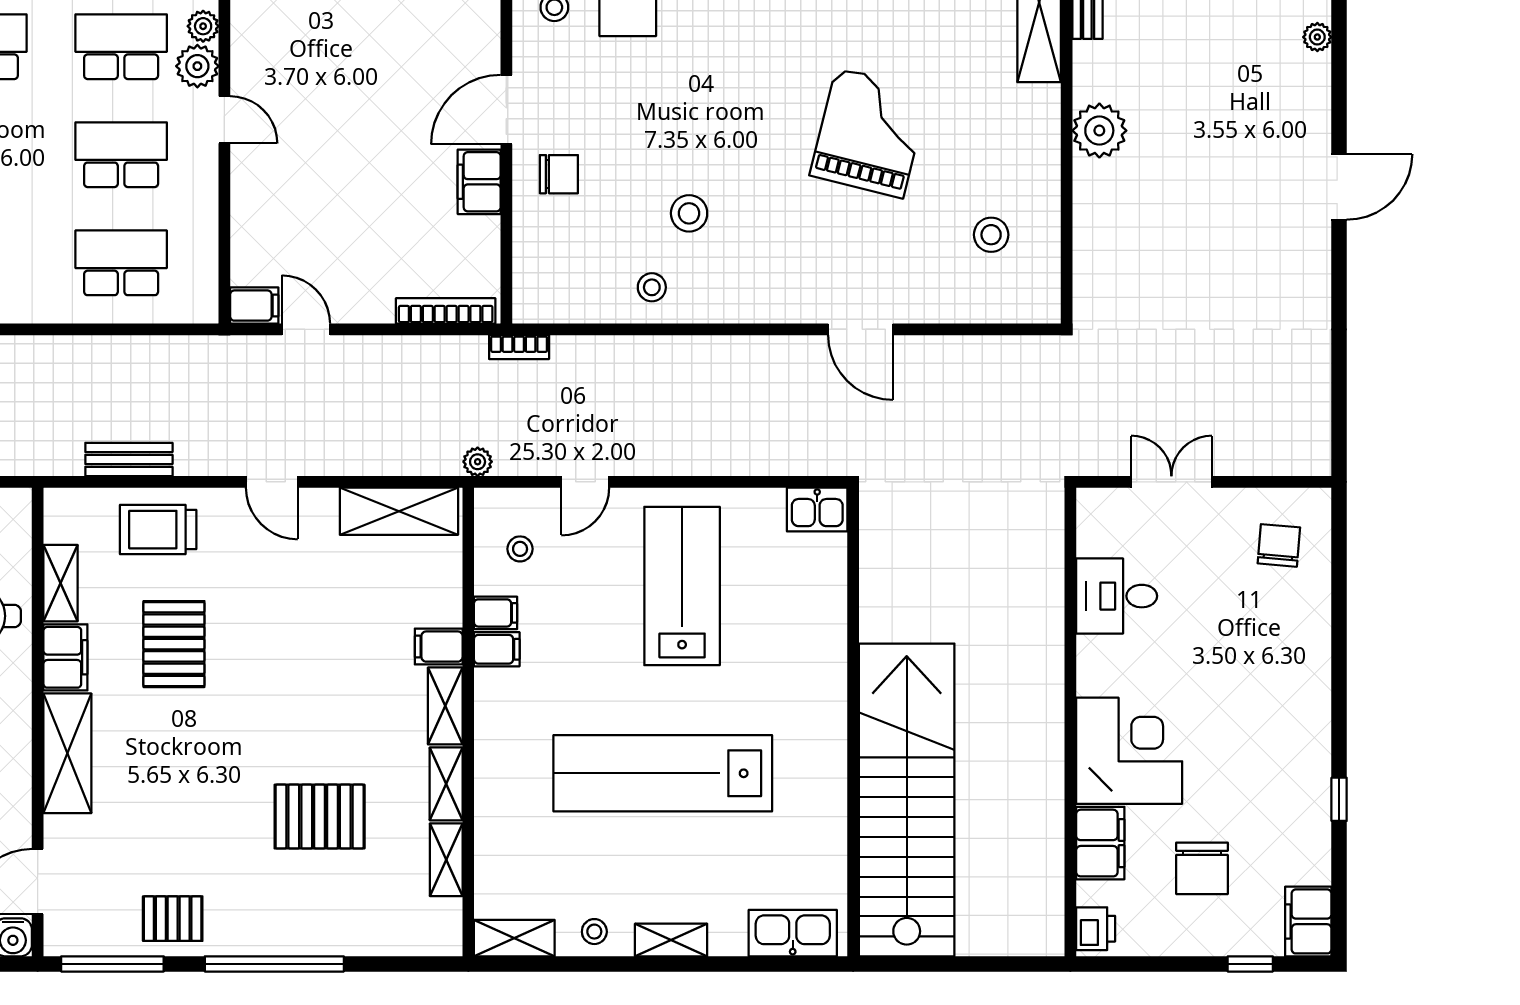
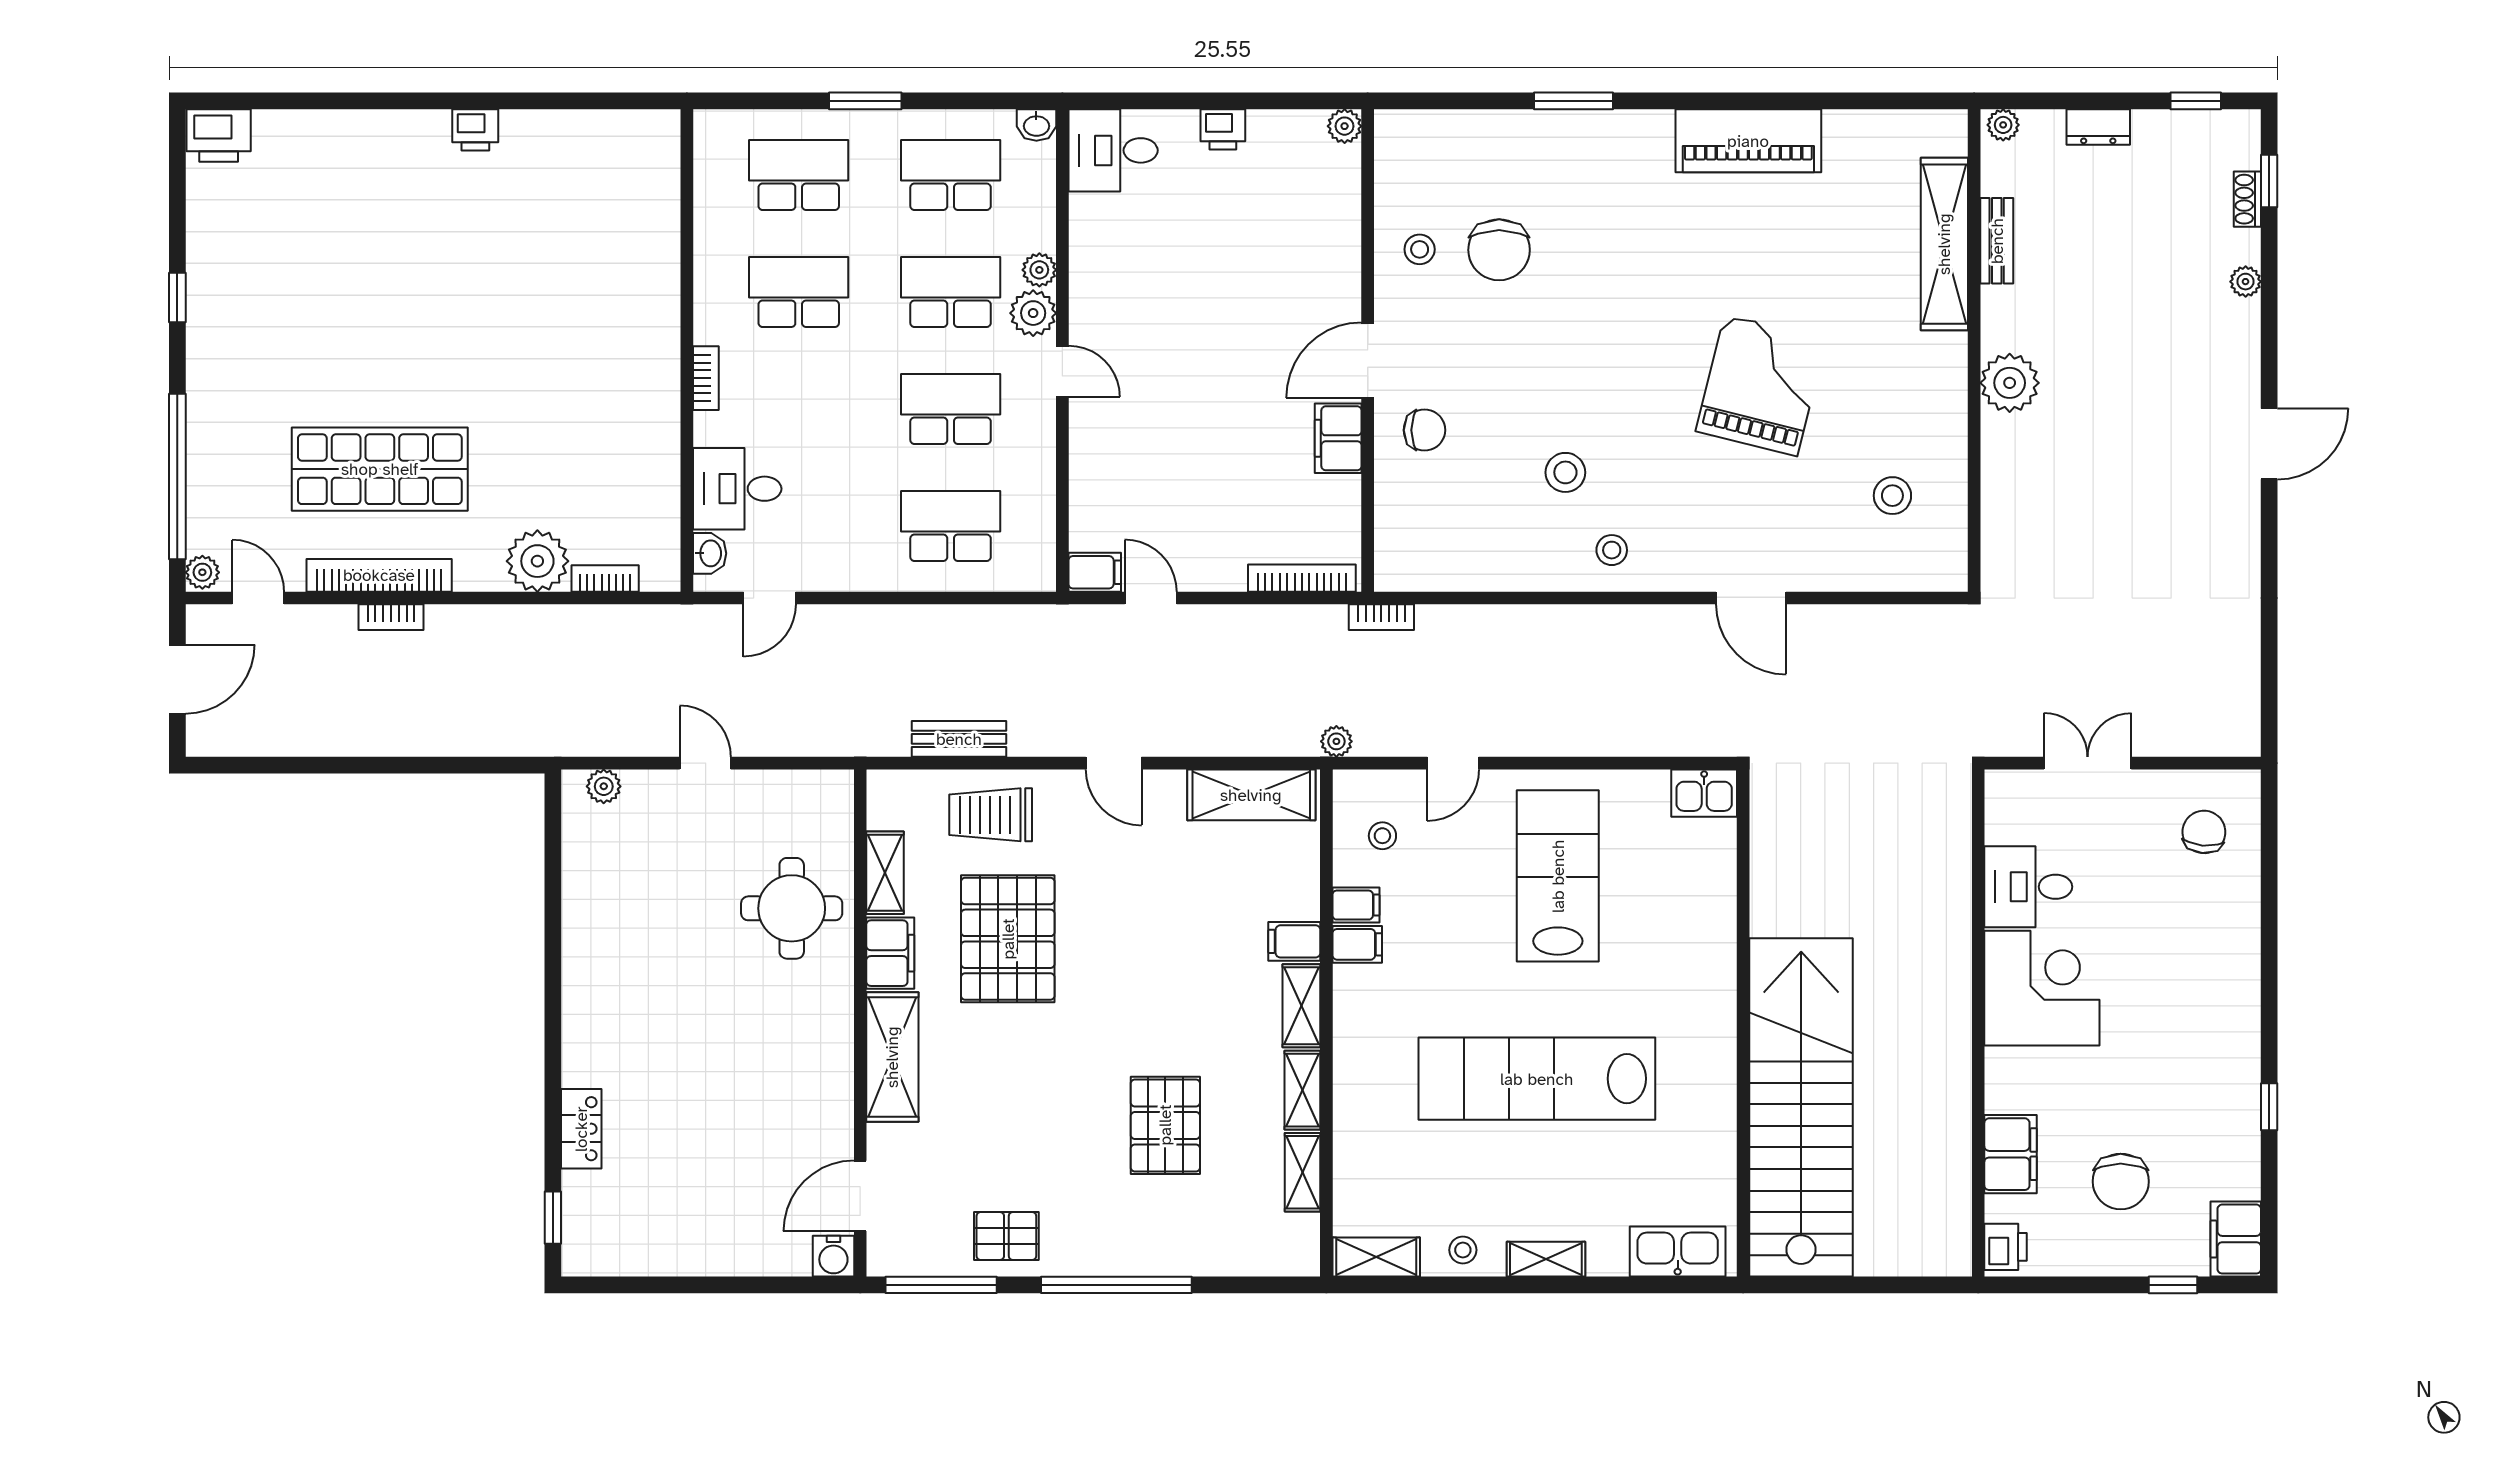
stool: (652, 287) -> (1612, 550), moved
pallet: (174, 644) -> (1008, 939), width x1.37, depth x1.41
corner desk: (1129, 751) -> (2042, 988), moved
pallet: (320, 817) -> (1165, 1125), turned 90

